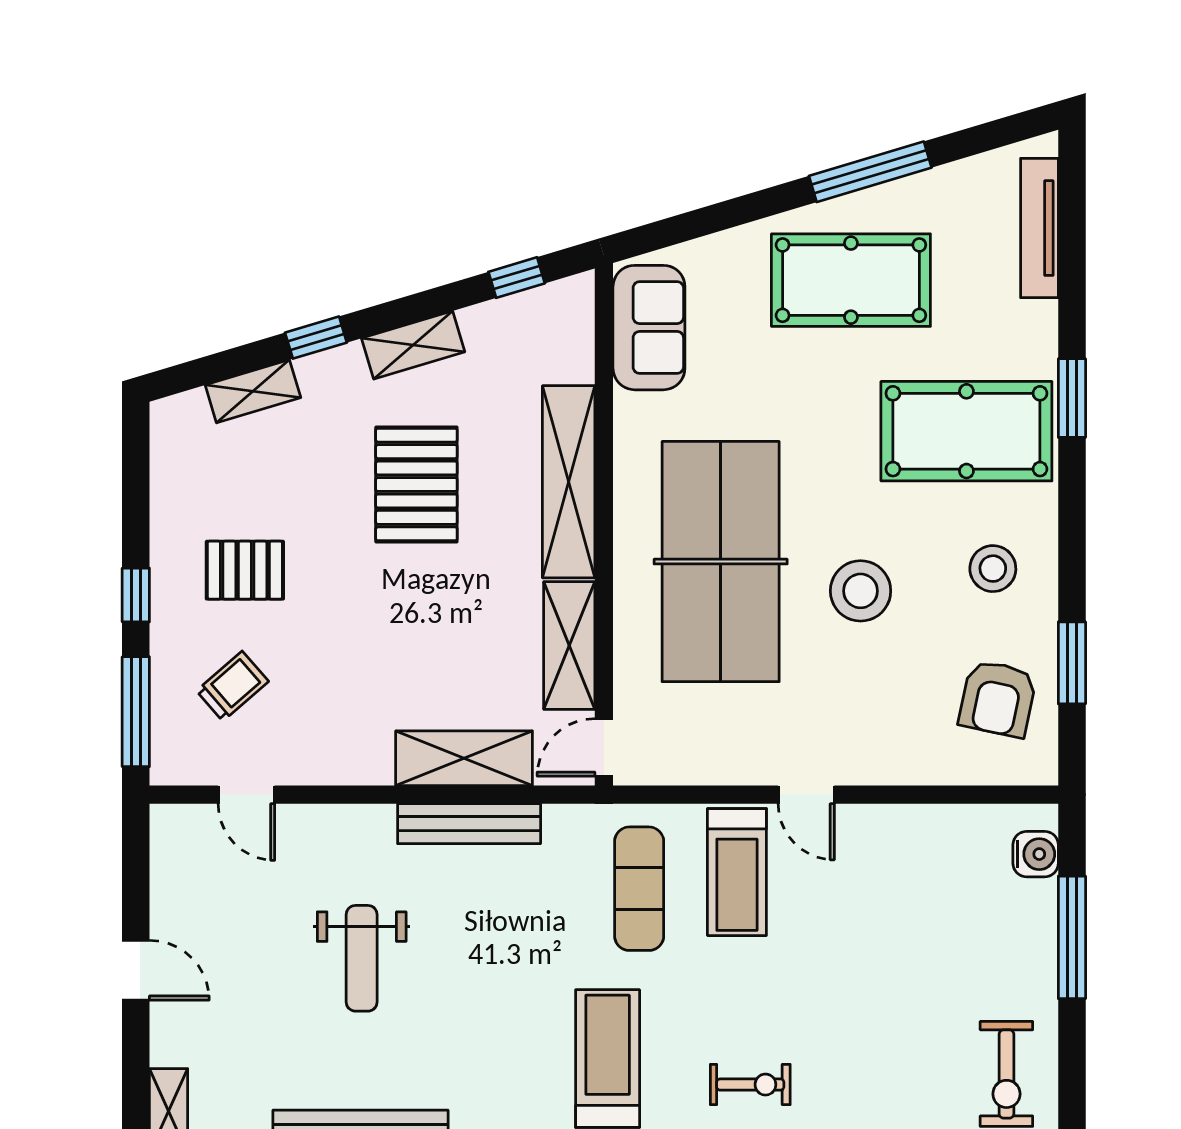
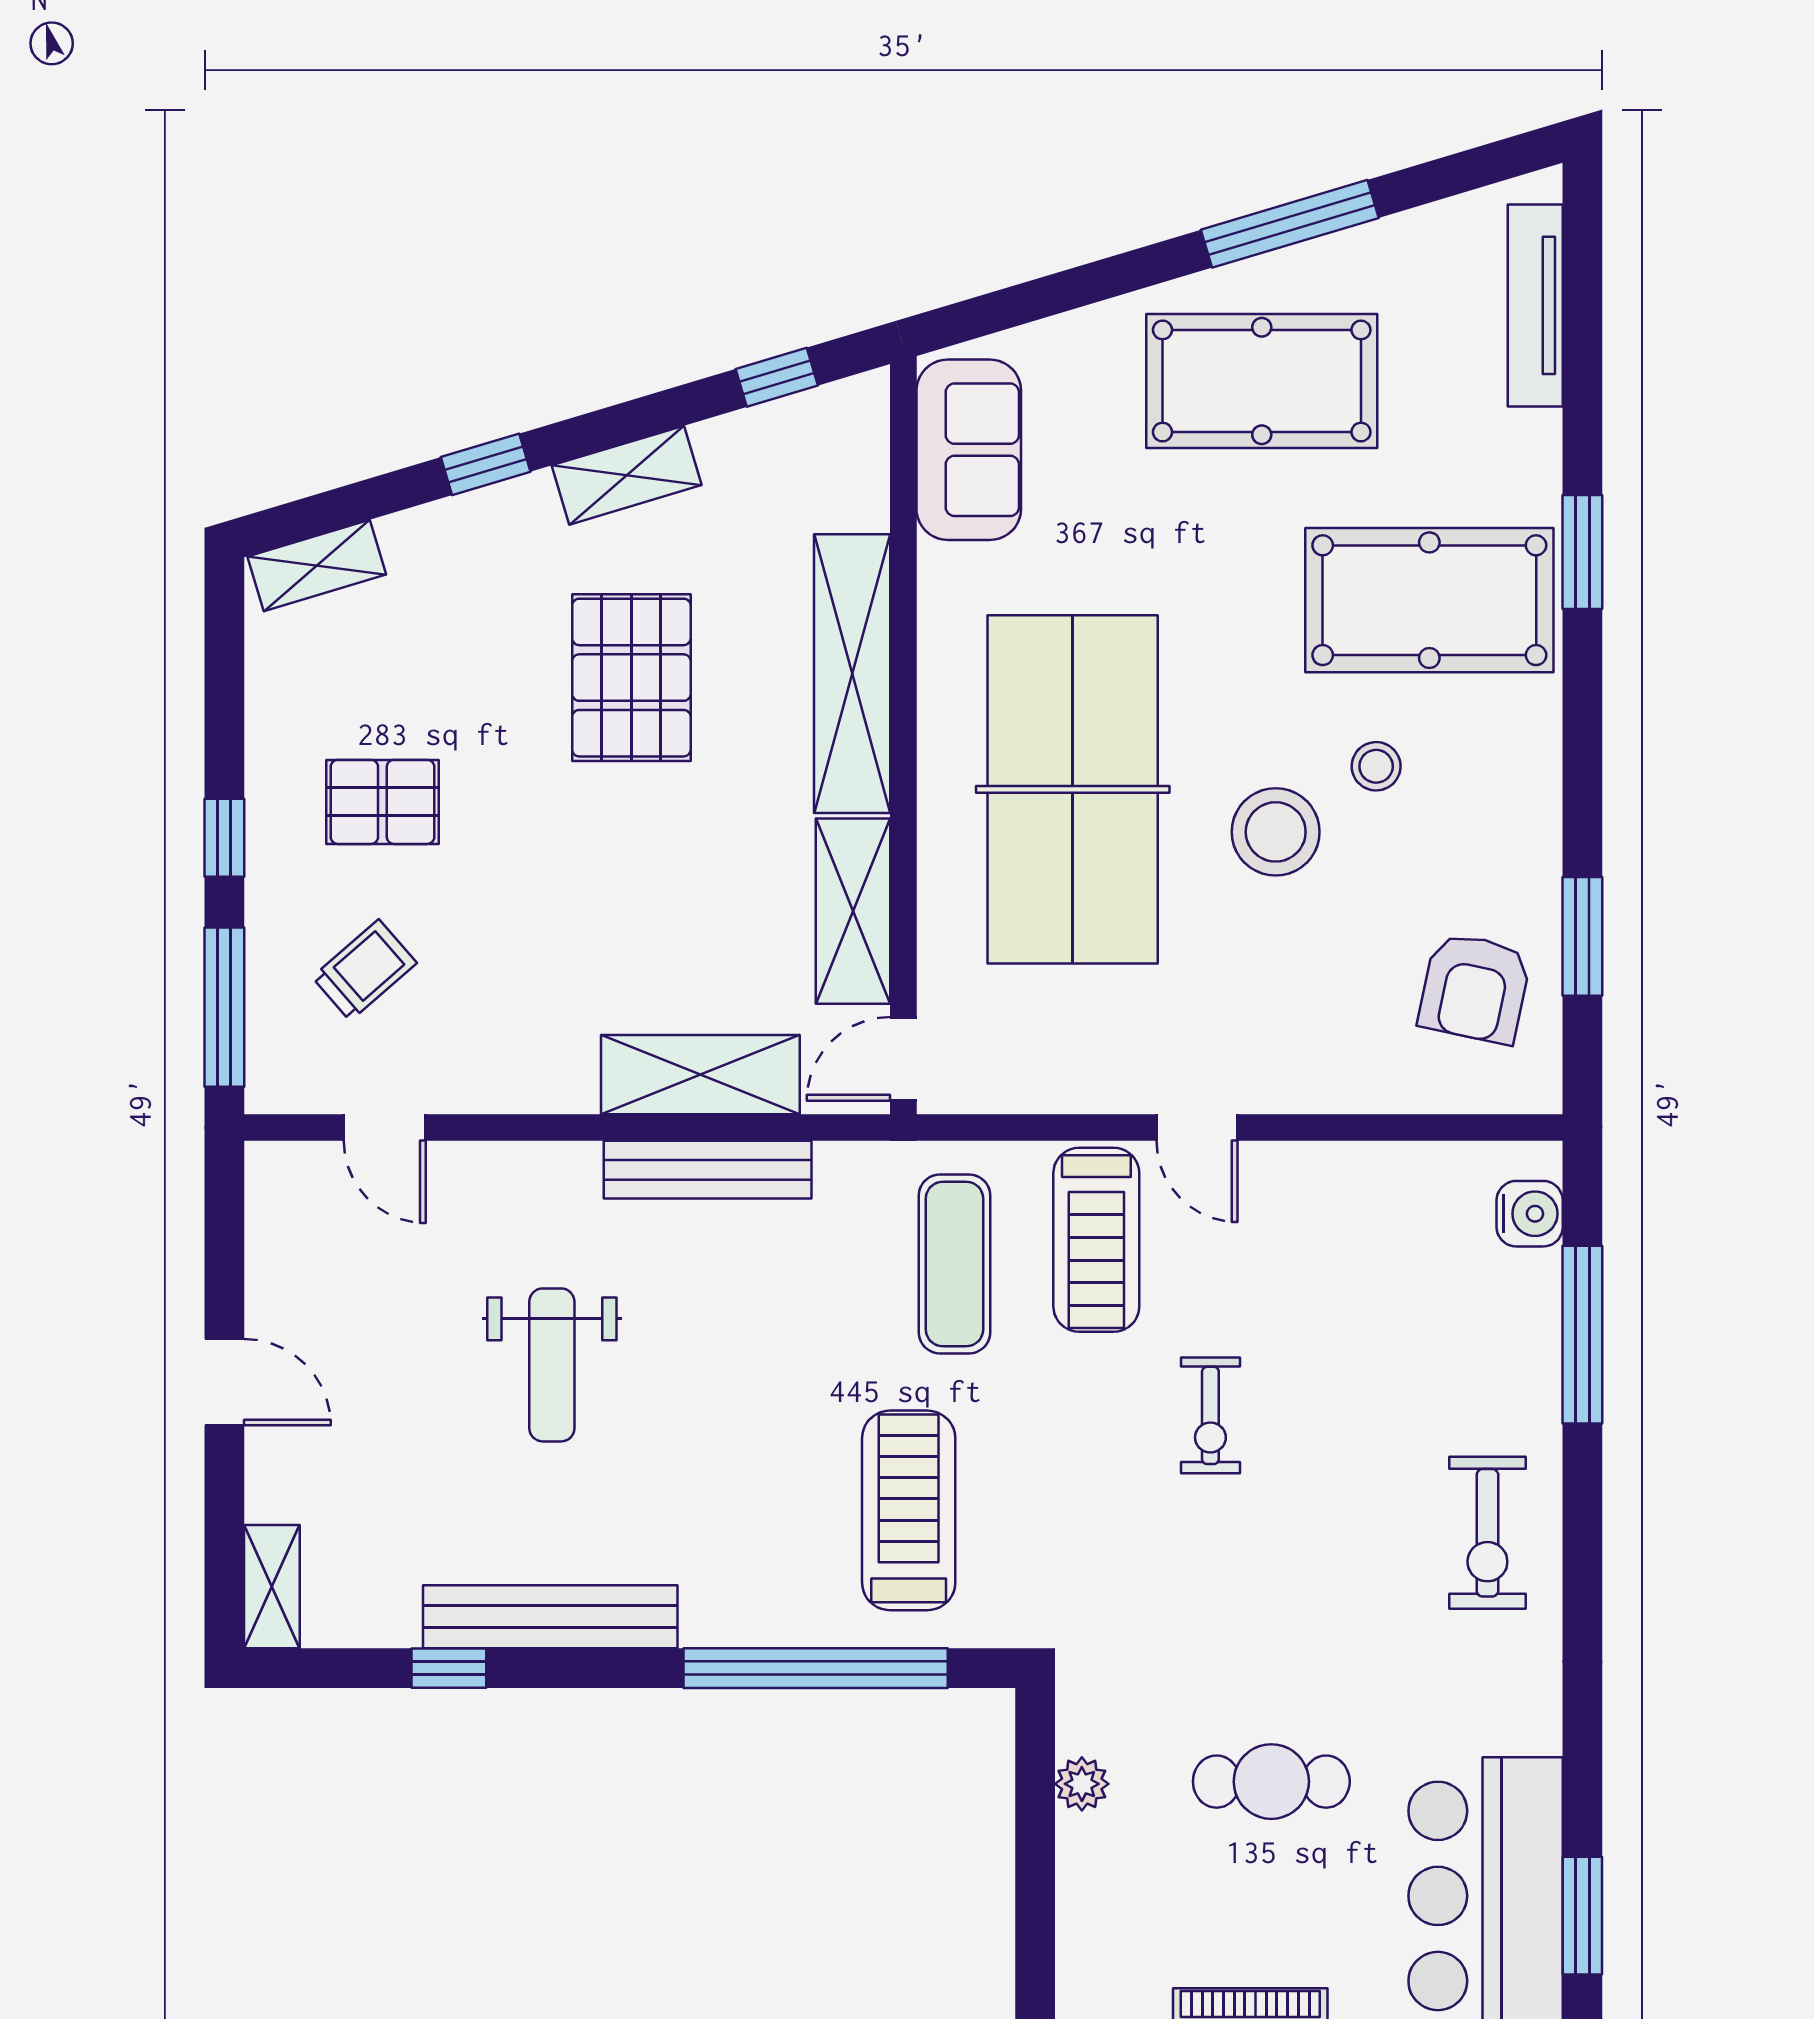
shelving: (253, 391) -> (317, 565), moved
stool: (993, 569) -> (1376, 766), moved, width x0.73, depth x0.73
exercise bike: (750, 1085) -> (1210, 1415), moved, turned 90

